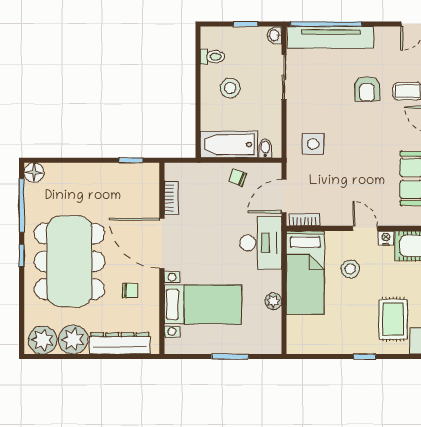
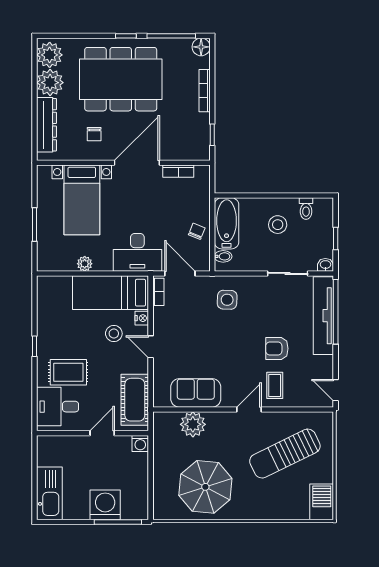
bookcase: (82, 169) -> (205, 91), added
door: (365, 228) -> (151, 347), swing flipped
nightstand: (386, 238) -> (142, 318), moved

